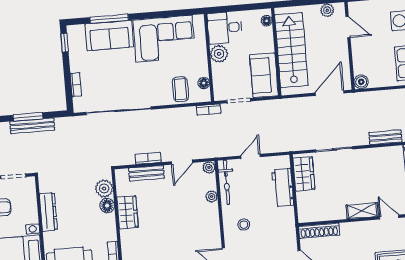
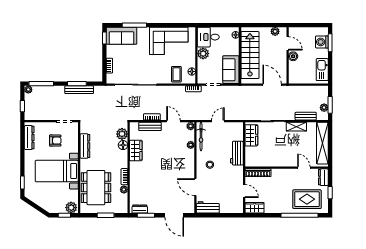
sofa: (109, 35) -> (122, 36), moved
boiler: (361, 82) -> (293, 56), moved
door: (329, 93) -> (272, 85), hinge flipped
door: (182, 162) -> (173, 121), swing flipped
workbench: (283, 188) -> (237, 153), moved
shelving: (362, 211) -> (296, 127), moved

